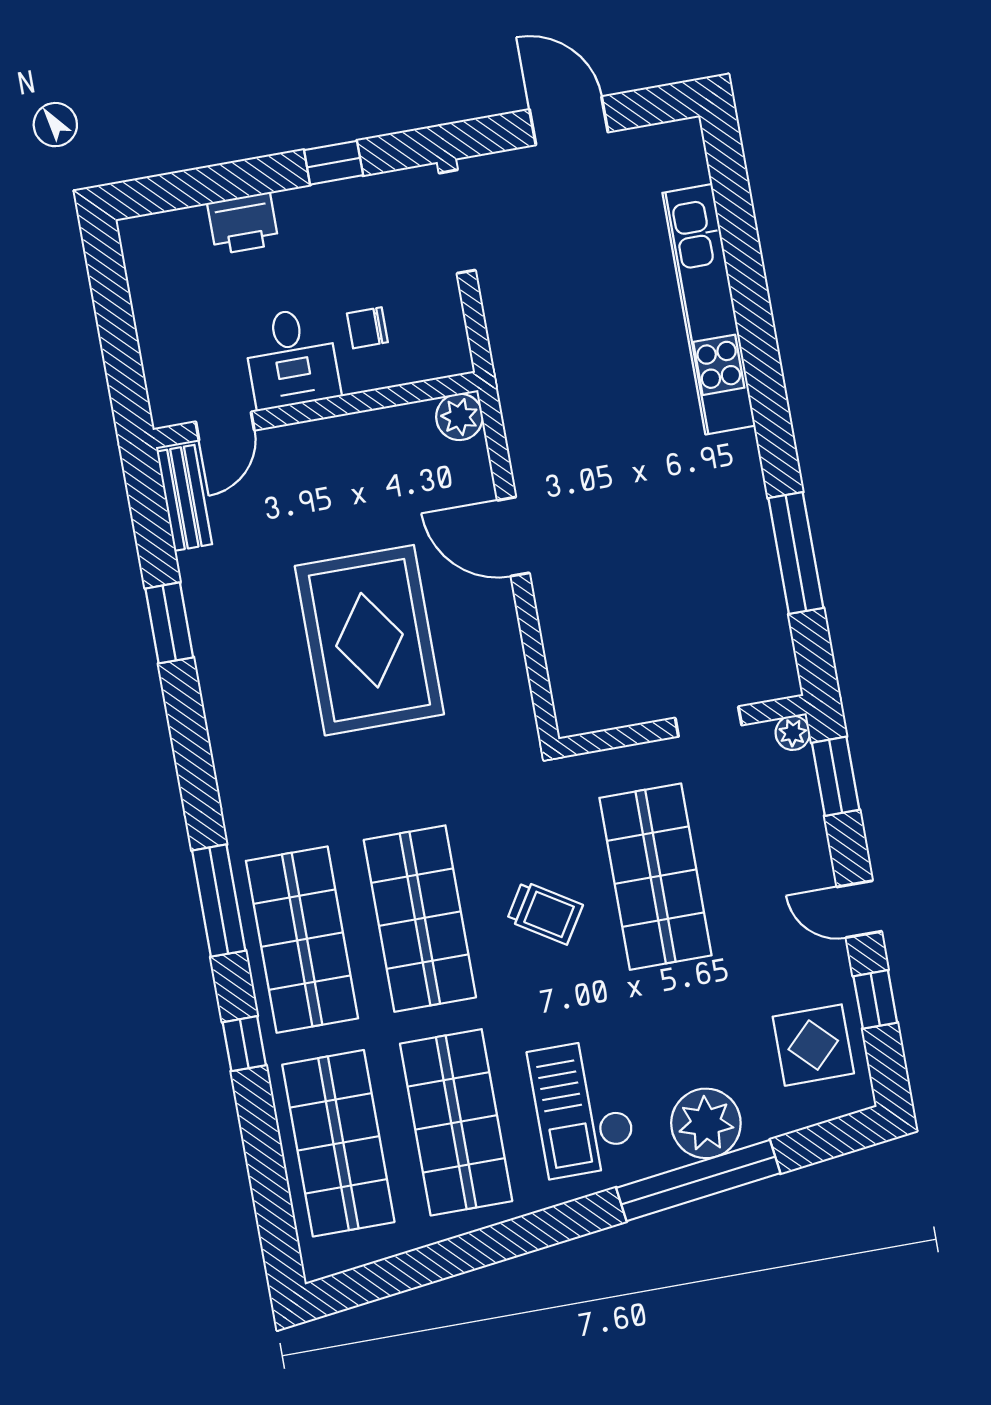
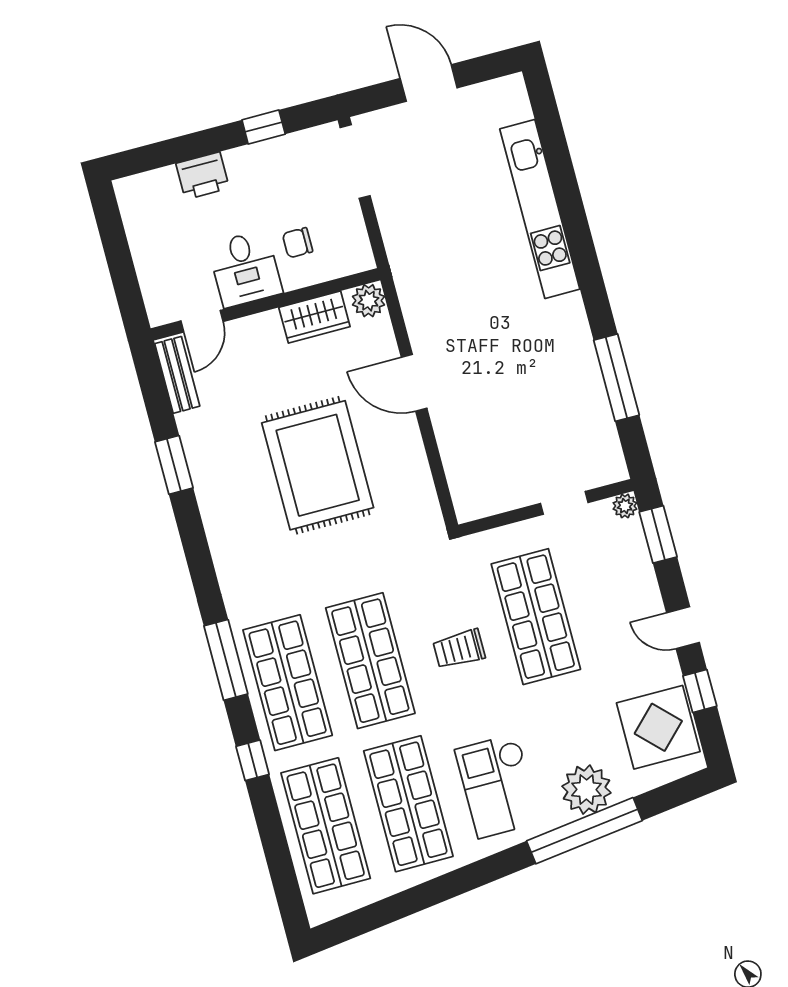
wardrobe: (382, 433) -> (314, 317), added
trolley: (545, 913) -> (459, 649), turned 148
display table: (813, 1045) -> (658, 727), width x1.36, depth x1.36

